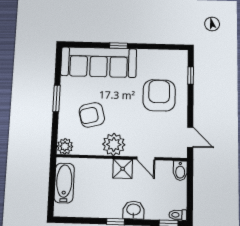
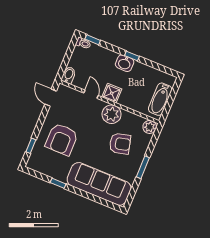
window: (118, 46) -> (58, 183), moved
washbasin: (134, 210) -> (125, 63), moved

